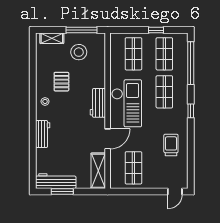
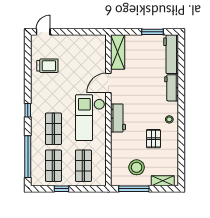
trolley: (171, 145) -> (47, 66), moved, turned -90
shop shelf: (133, 168) -> (83, 55), removed
workbench: (56, 181) -> (171, 54), moved, turned 90

